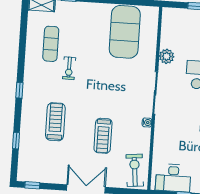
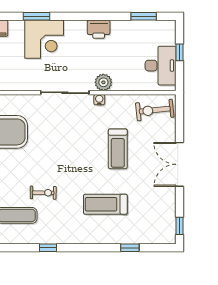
plant: (167, 56) -> (103, 82), moved
window: (19, 90) -> (48, 248), moved
treadmill: (103, 136) -> (118, 149), turned 90

